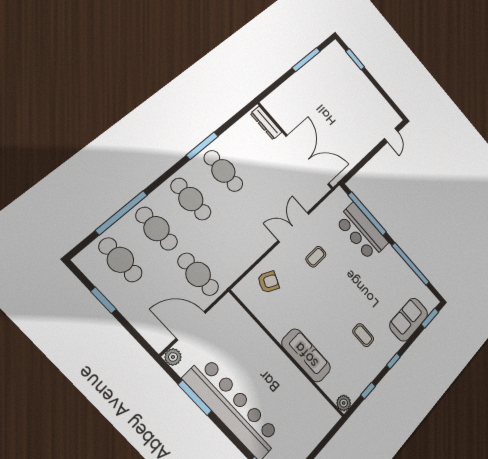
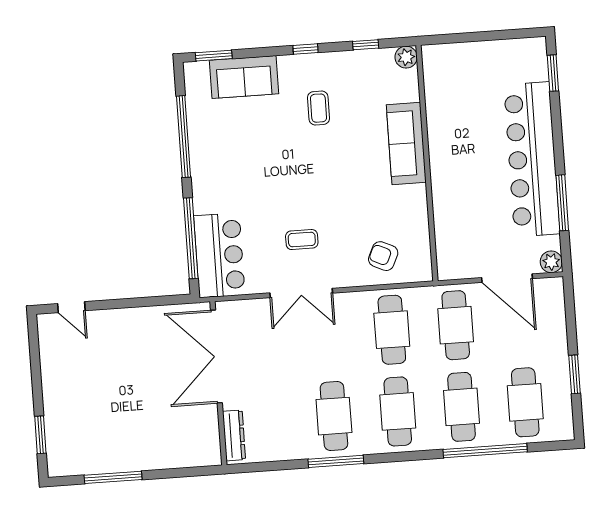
door: (391, 135) -> (71, 307), swing flipped
bar counter: (362, 232) -> (219, 255), moved
cafe table: (231, 244) -> (392, 330), added

